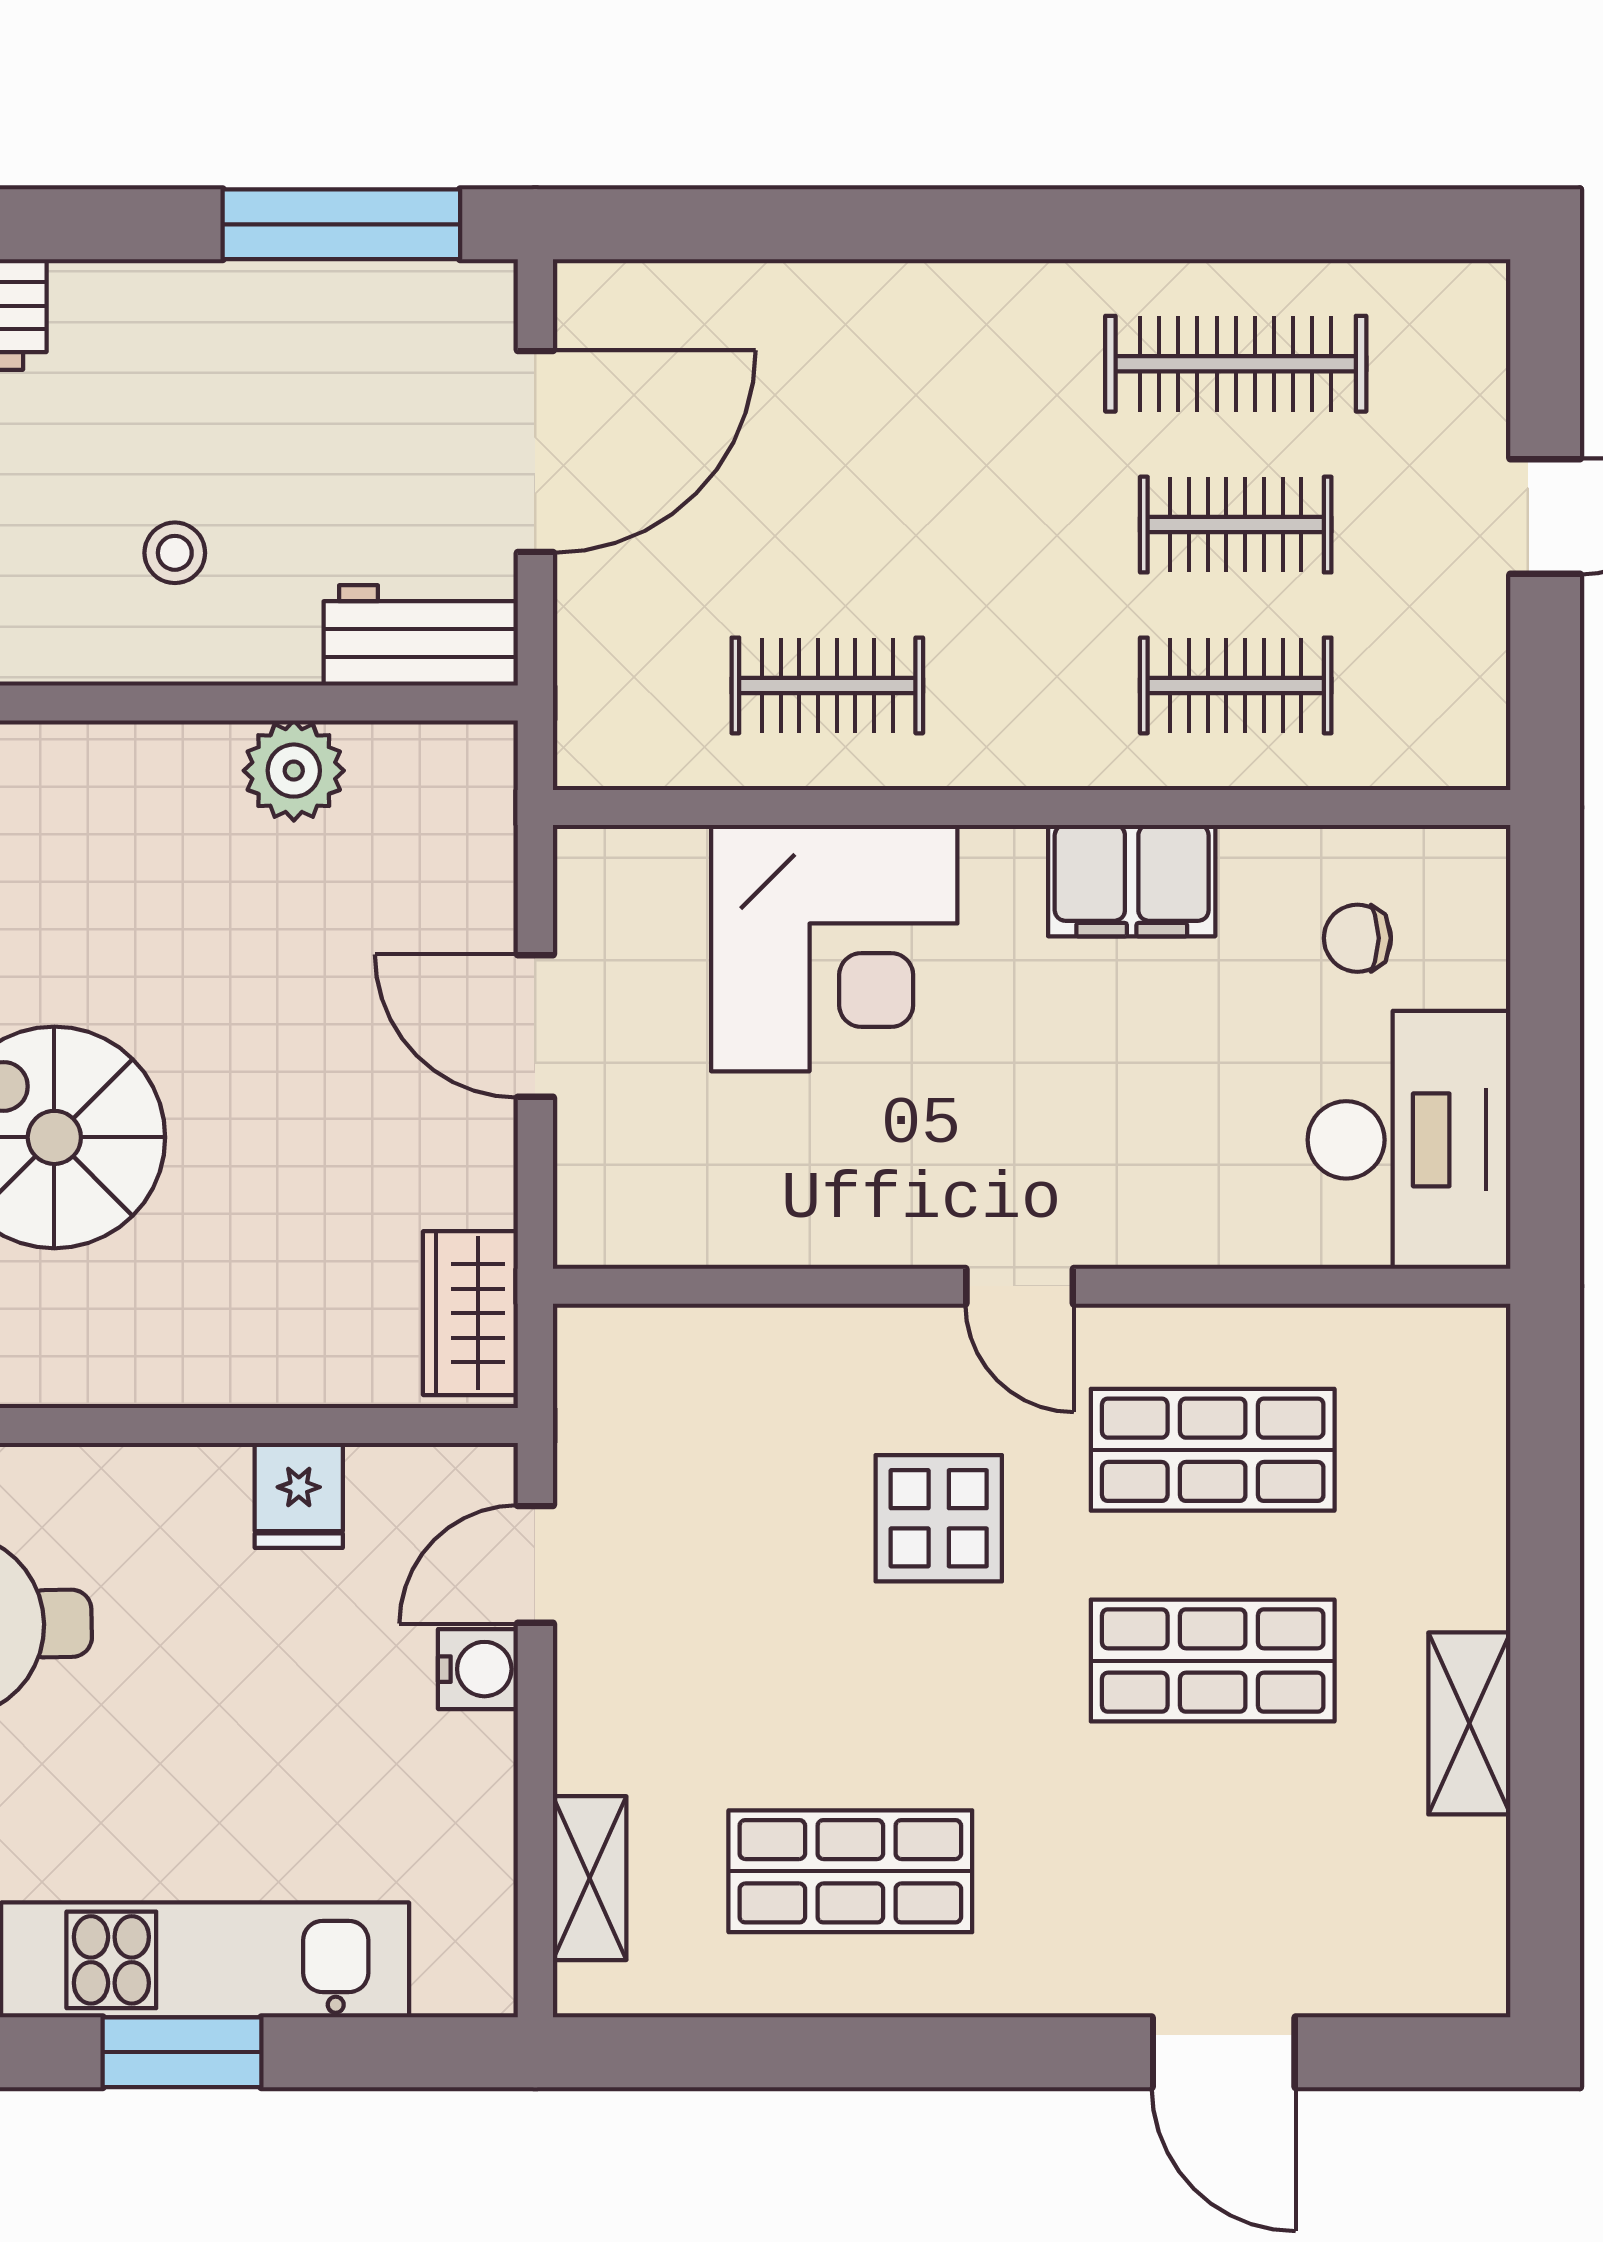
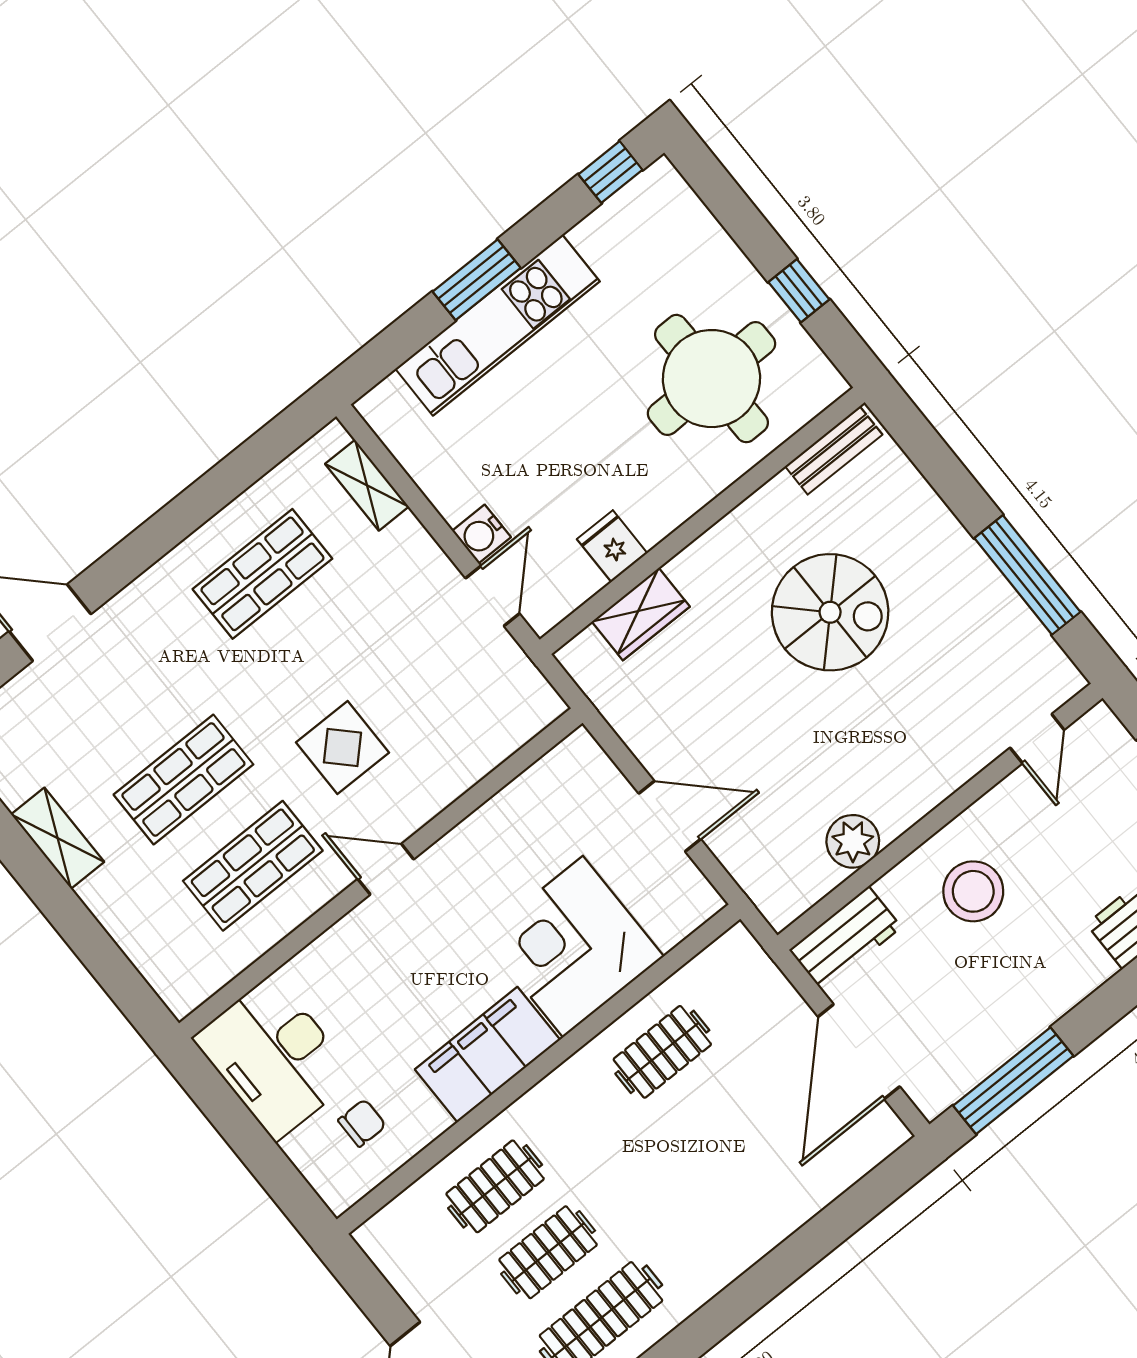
stool: (175, 553) -> (973, 891), width x1.89, depth x1.89
filing cabinet: (1132, 881) -> (487, 1055), width x1.50, depth x1.17
wardrobe: (470, 1313) -> (641, 614), moved, turned 90

